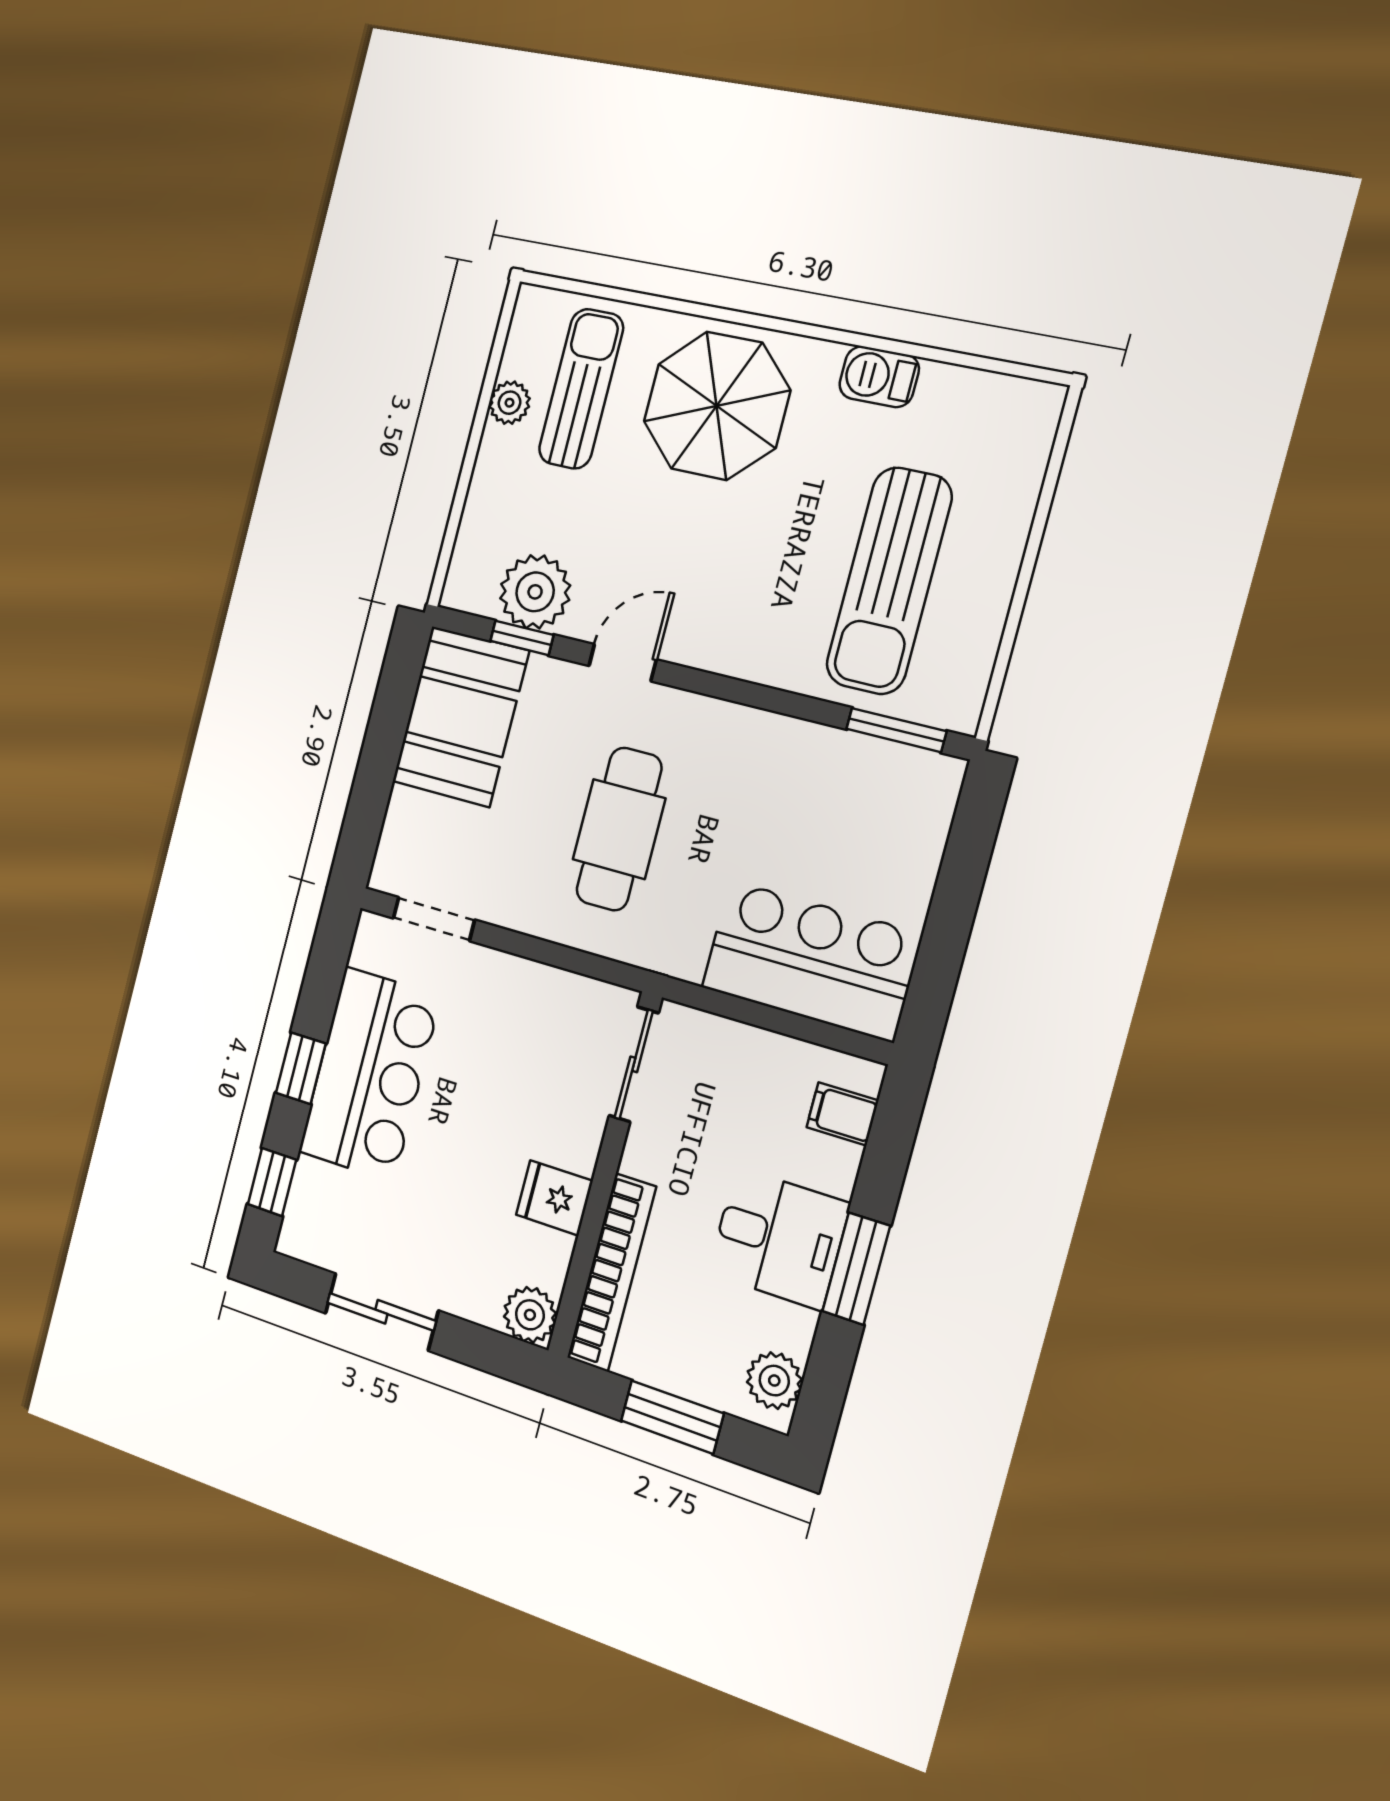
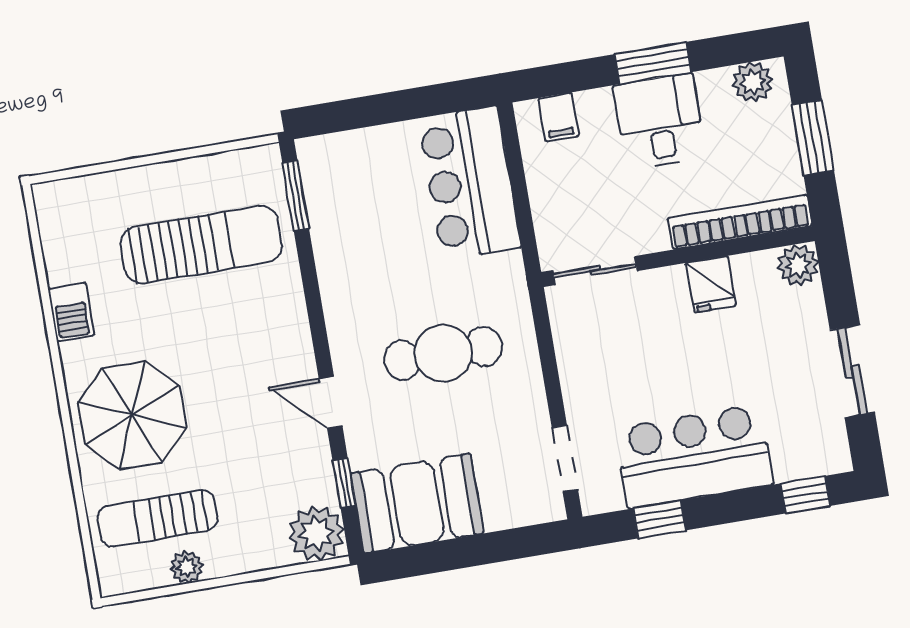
plant: (535, 592) -> (316, 533), moved
window: (301, 1068) -> (659, 519), moved

